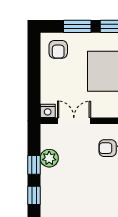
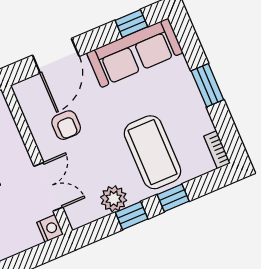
double door: (74, 121) -> (48, 187), swing flipped
coffee table: (68, 195) -> (152, 152), added

